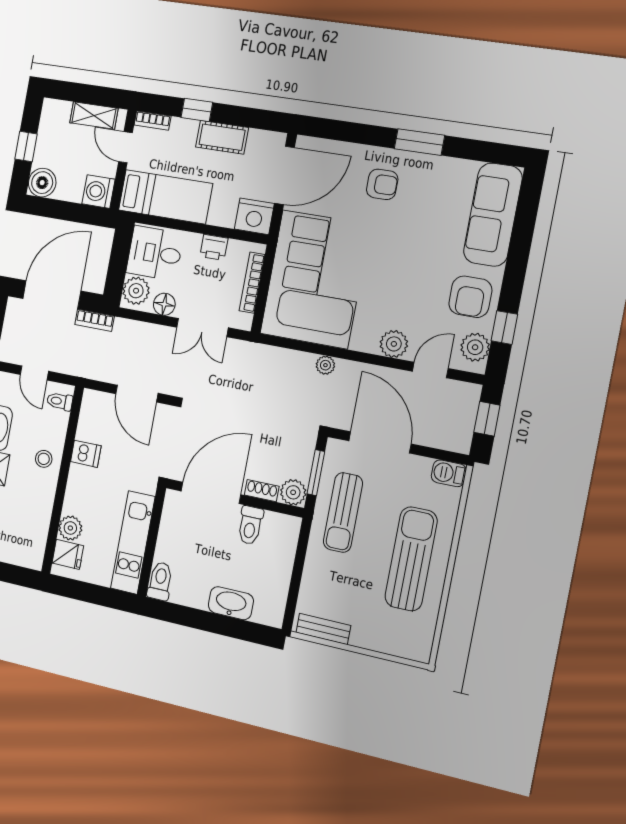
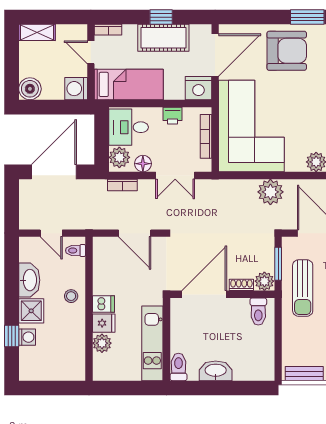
window: (197, 110) -> (161, 17), moved
shelving: (94, 116) -> (37, 32), moved
cot: (222, 137) -> (163, 38), width x1.37, depth x1.34
window: (26, 146) -> (12, 63), removed
armchair: (382, 184) -> (287, 51), width x1.88, depth x1.88
bookcase: (95, 320) -> (122, 185), moved
plant: (325, 365) -> (270, 192), width x1.88, depth x1.88
dishwasher: (86, 454) -> (103, 304), moved
toilet: (250, 525) -> (258, 312), moved
fridge: (68, 554) -> (104, 323), moved
washbasin: (231, 603) -> (216, 371), moved

